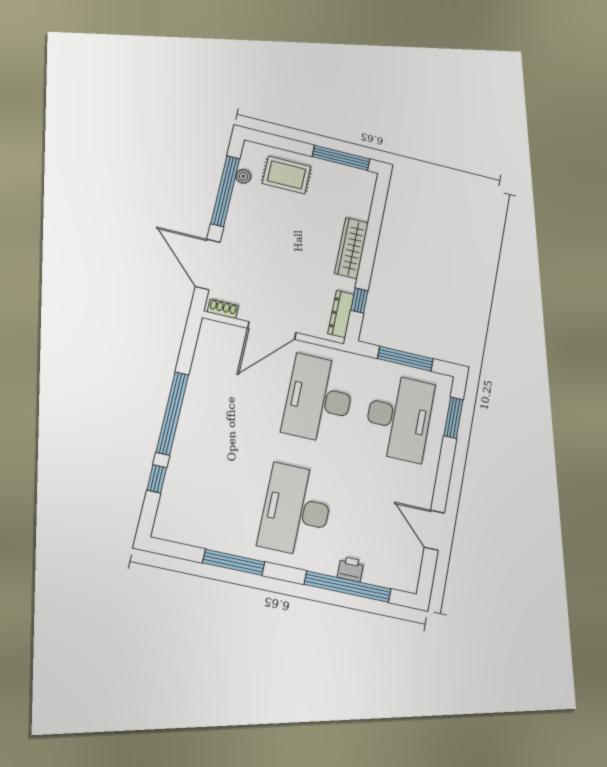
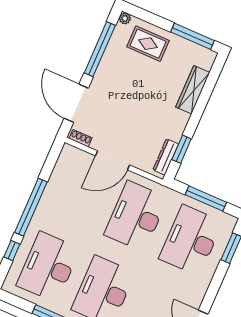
plant: (243, 176) -> (125, 18), moved
wardrobe: (351, 248) -> (193, 90), moved
window: (359, 301) -> (182, 149), width x1.50
desk: (399, 417) -> (191, 240), turned 180
desk: (213, 492) -> (48, 267), added

